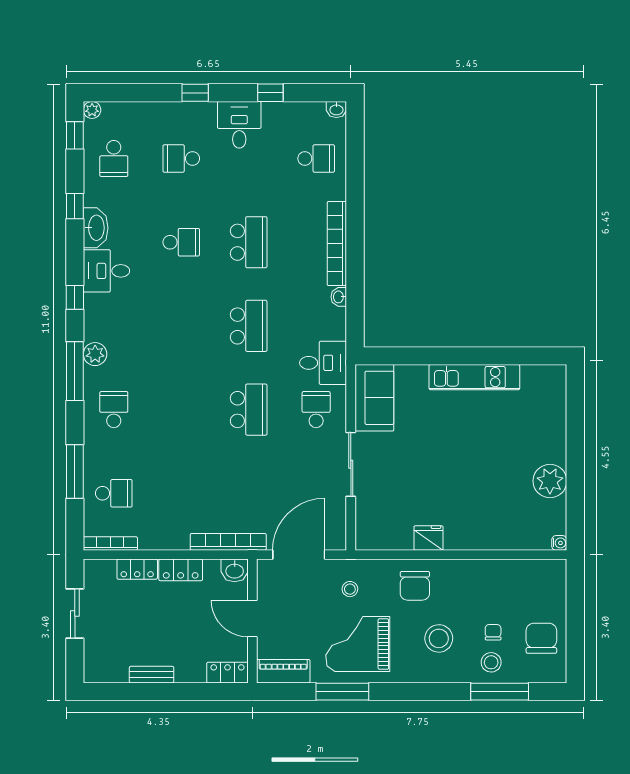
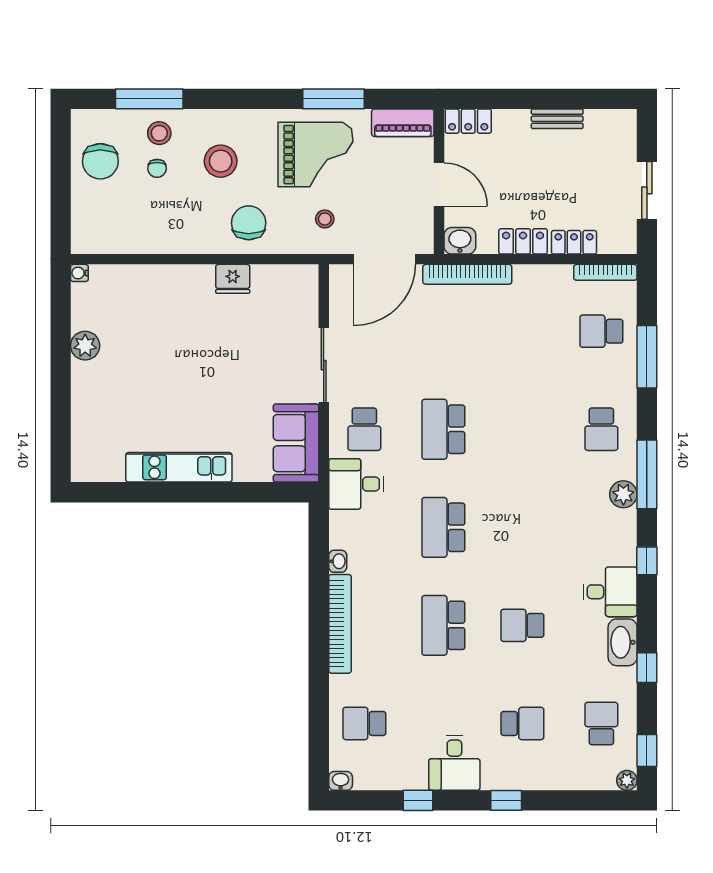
plant: (550, 481) -> (85, 346), width x0.73, depth x0.73

